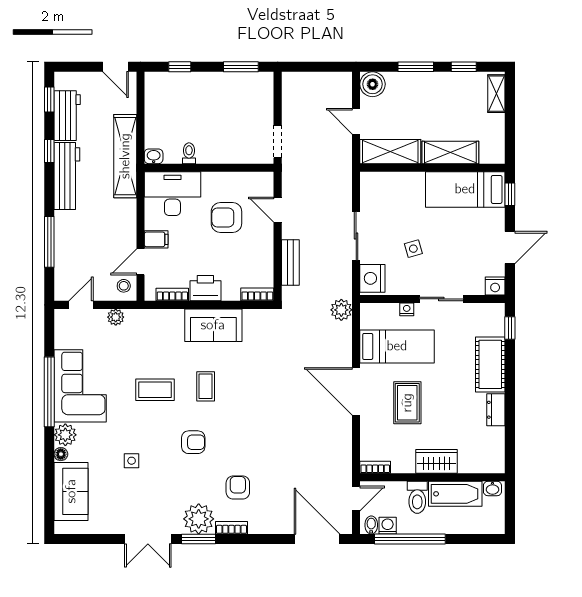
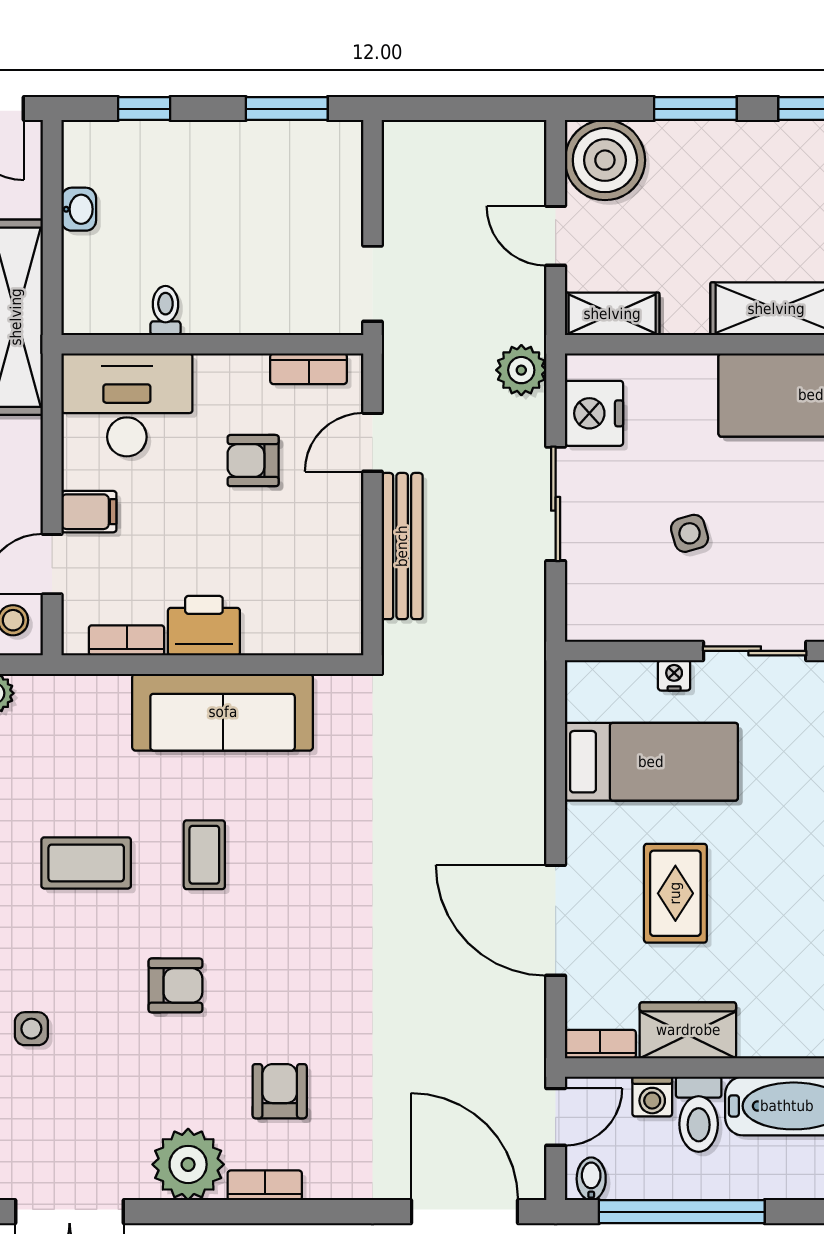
boiler: (373, 84) -> (605, 160), width x1.37, depth x1.37
shelving: (390, 152) -> (612, 314), width x0.67, depth x0.75
washbasin: (154, 156) -> (79, 209), moved, turned 90
door: (278, 210) -> (373, 442), hinge flipped
armchair: (226, 217) -> (253, 461), width x0.72, depth x0.72
bench: (290, 262) -> (402, 546), width x1.36
nightstand: (372, 278) -> (594, 413), moved
bookcase: (257, 294) -> (309, 369), moved, turned 180
plant: (341, 310) -> (521, 370), moved
sofa: (213, 325) -> (223, 712), width x1.36
door: (356, 391) -> (556, 920), moved
wardrobe: (437, 461) -> (688, 1030), moved
washing machine: (388, 526) -> (652, 1097), moved, turned 180
window: (198, 539) -> (187, 1212), removed

